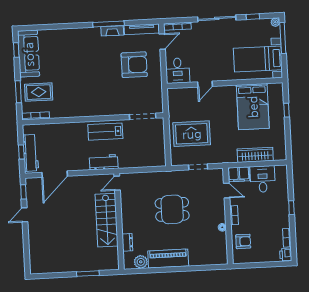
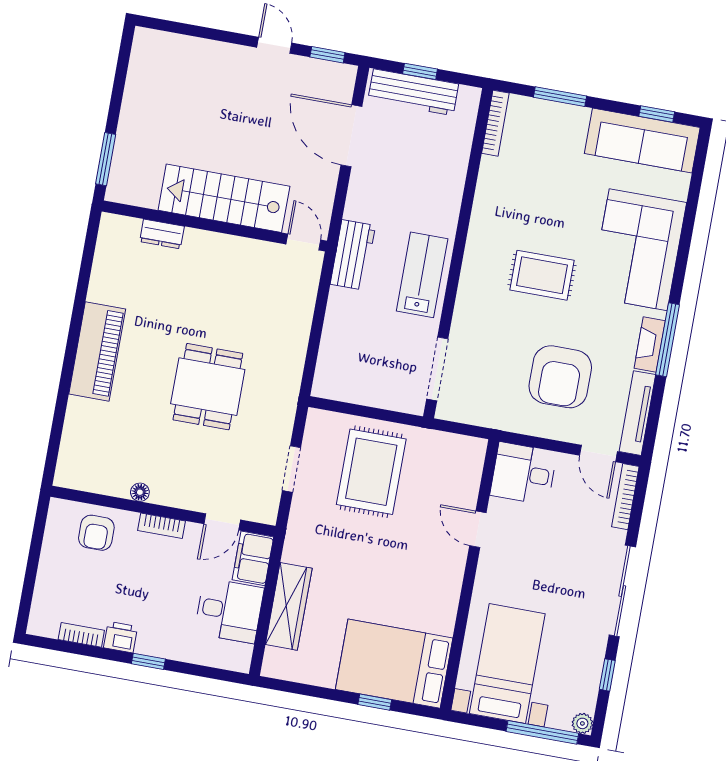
corner sofa: (74, 45) -> (638, 250), added
rug: (39, 92) -> (542, 275), moved, turned 90
bed: (253, 107) -> (394, 664), moved
door: (117, 183) -> (303, 242), moved
stairs: (107, 220) -> (224, 198), moved
wall: (119, 221) -> (214, 226), moved
dresser: (127, 242) -> (162, 234), moved
printer: (286, 254) -> (121, 637), moved
plant: (141, 262) -> (104, 287), removed

